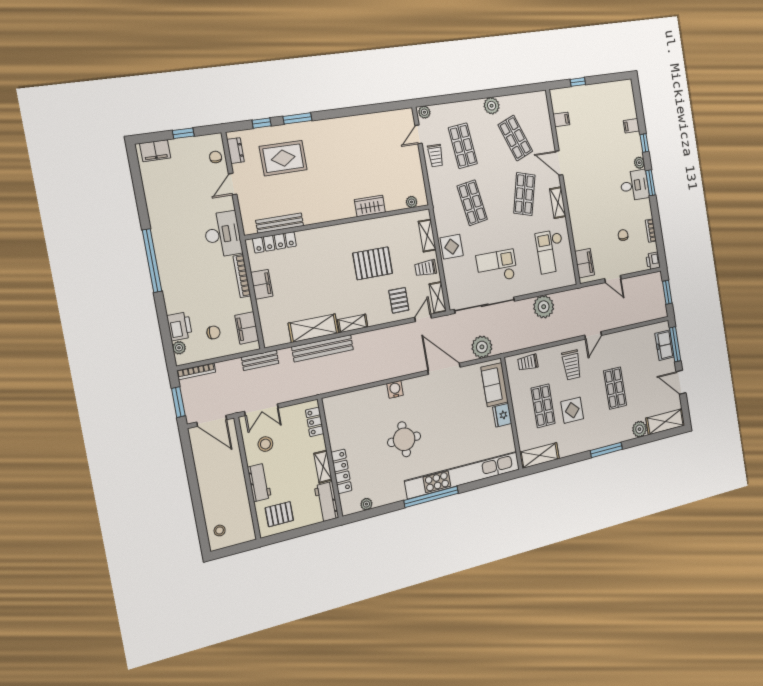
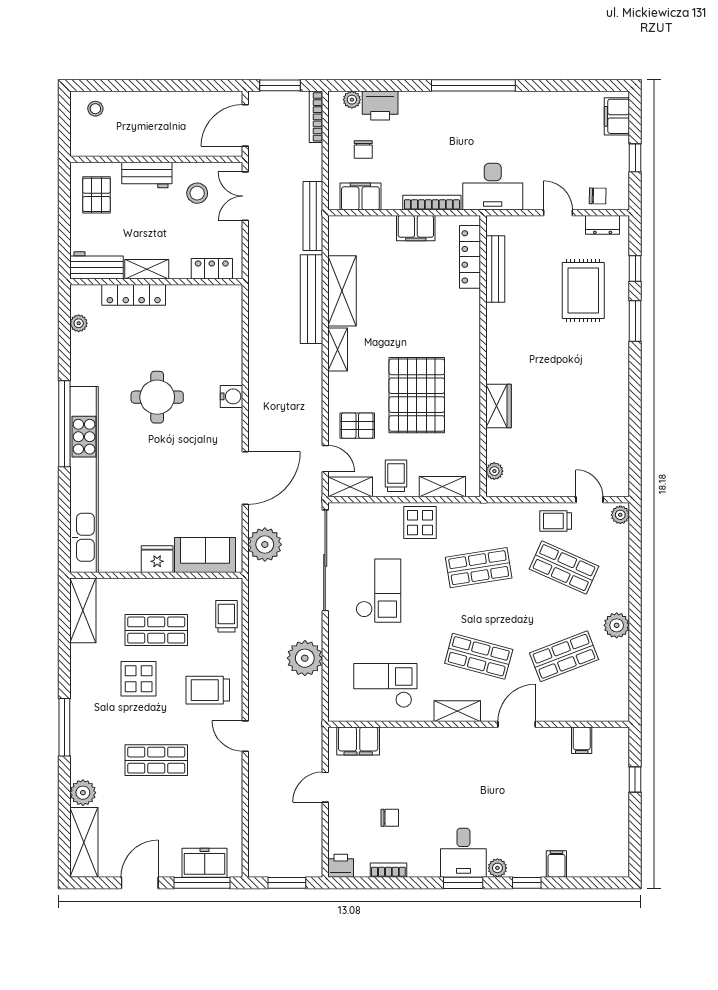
shop shelf: (463, 146) -> (564, 568), turned 30
pallet: (373, 263) -> (417, 395), width x1.37, depth x1.41
bench: (260, 360) -> (313, 216), width x1.36

